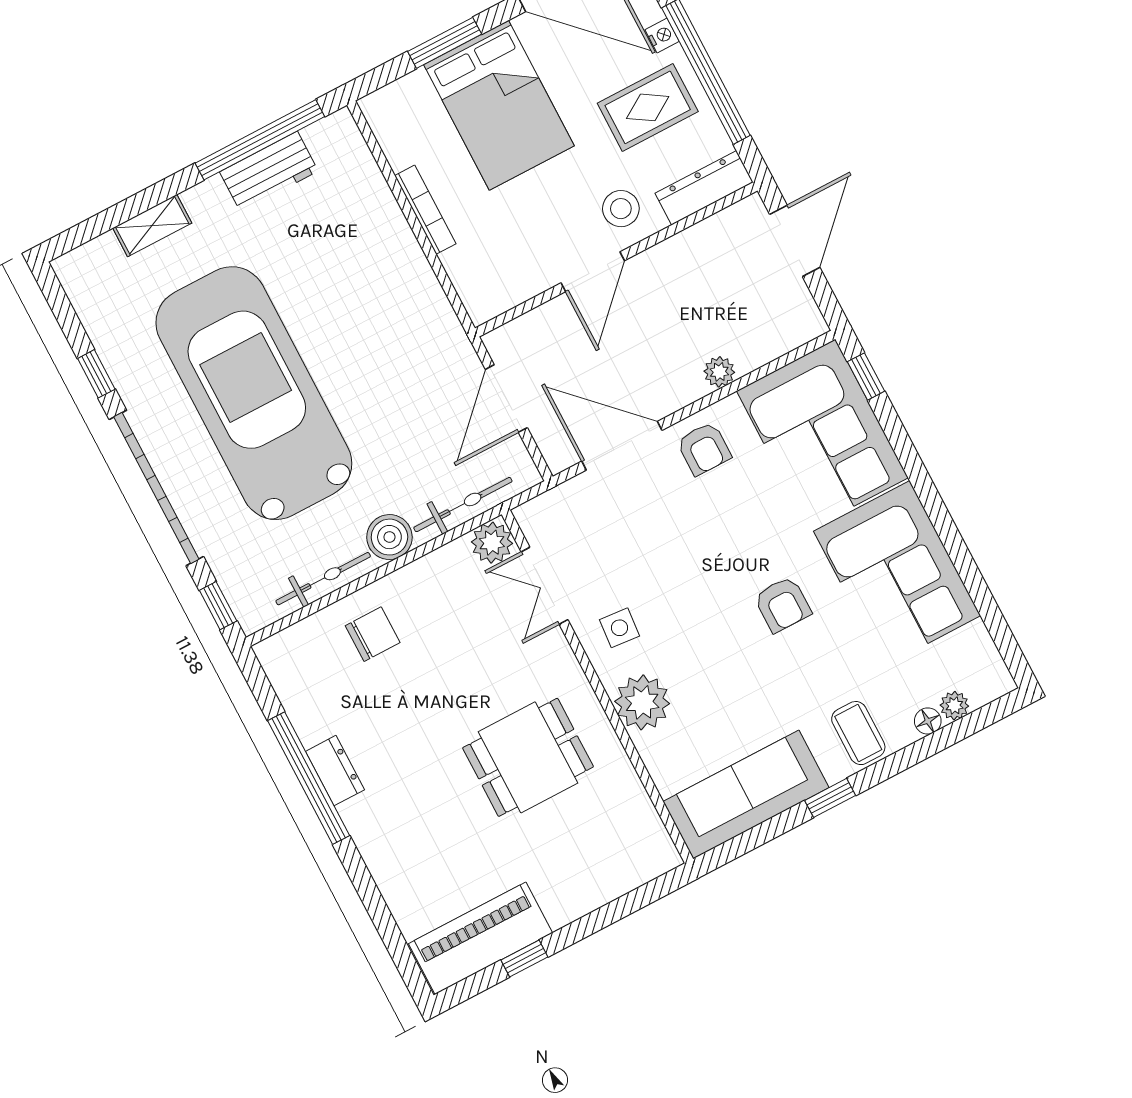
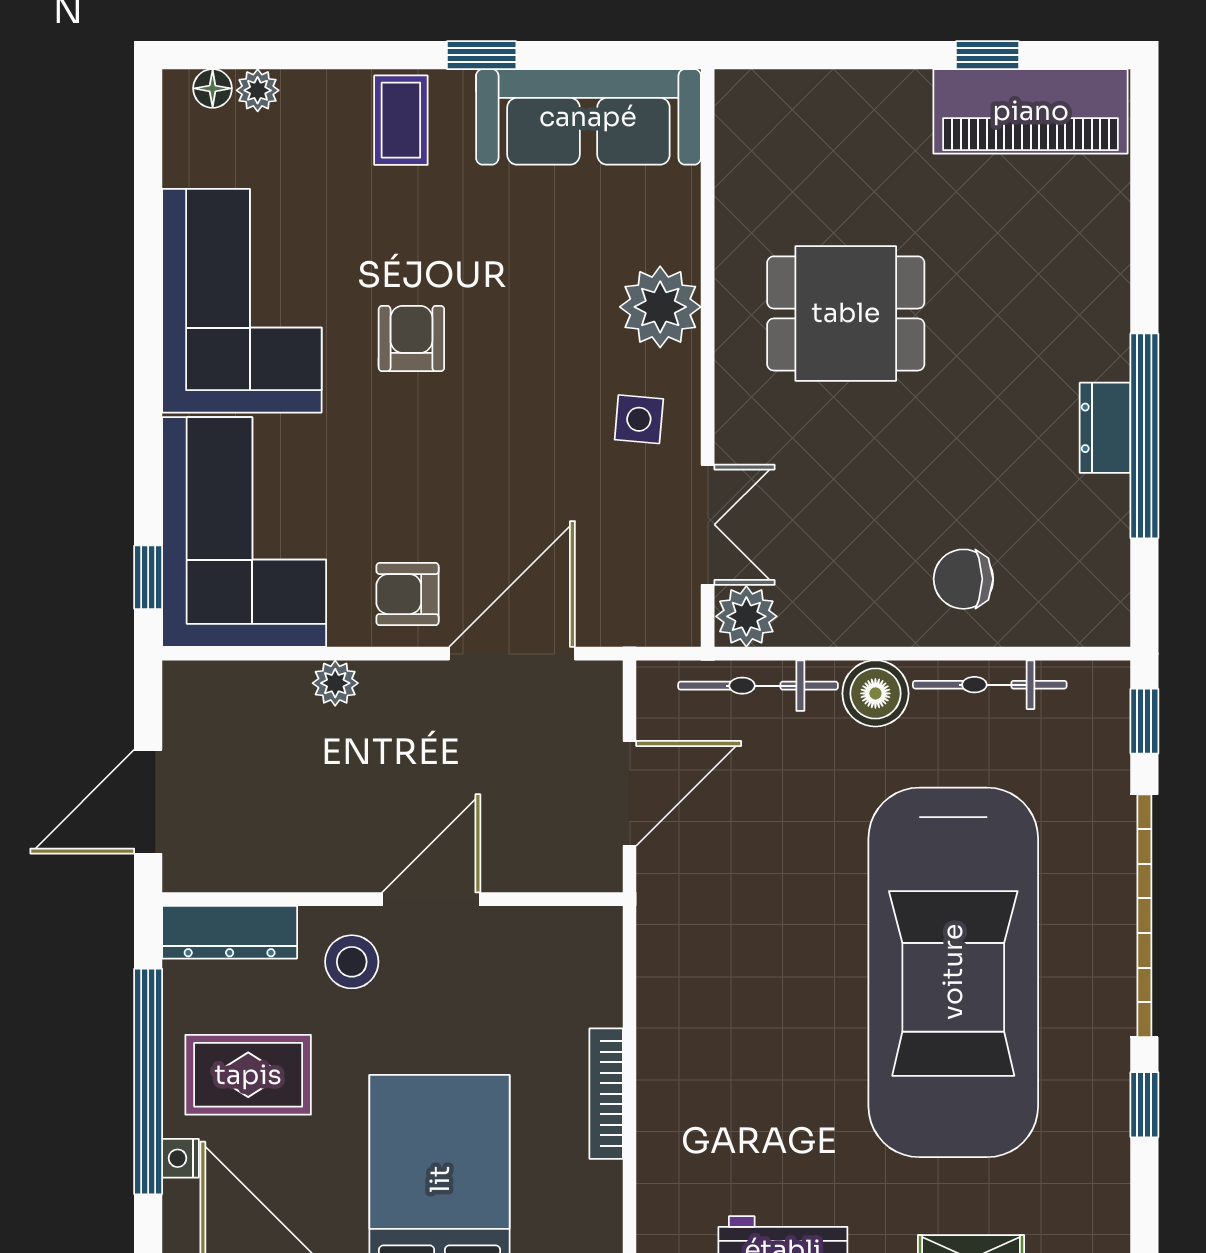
door: (622, 446) -> (512, 654), swing flipped
armchair: (704, 449) -> (407, 594), turned -90
floor lamp: (928, 721) -> (213, 88), moved

